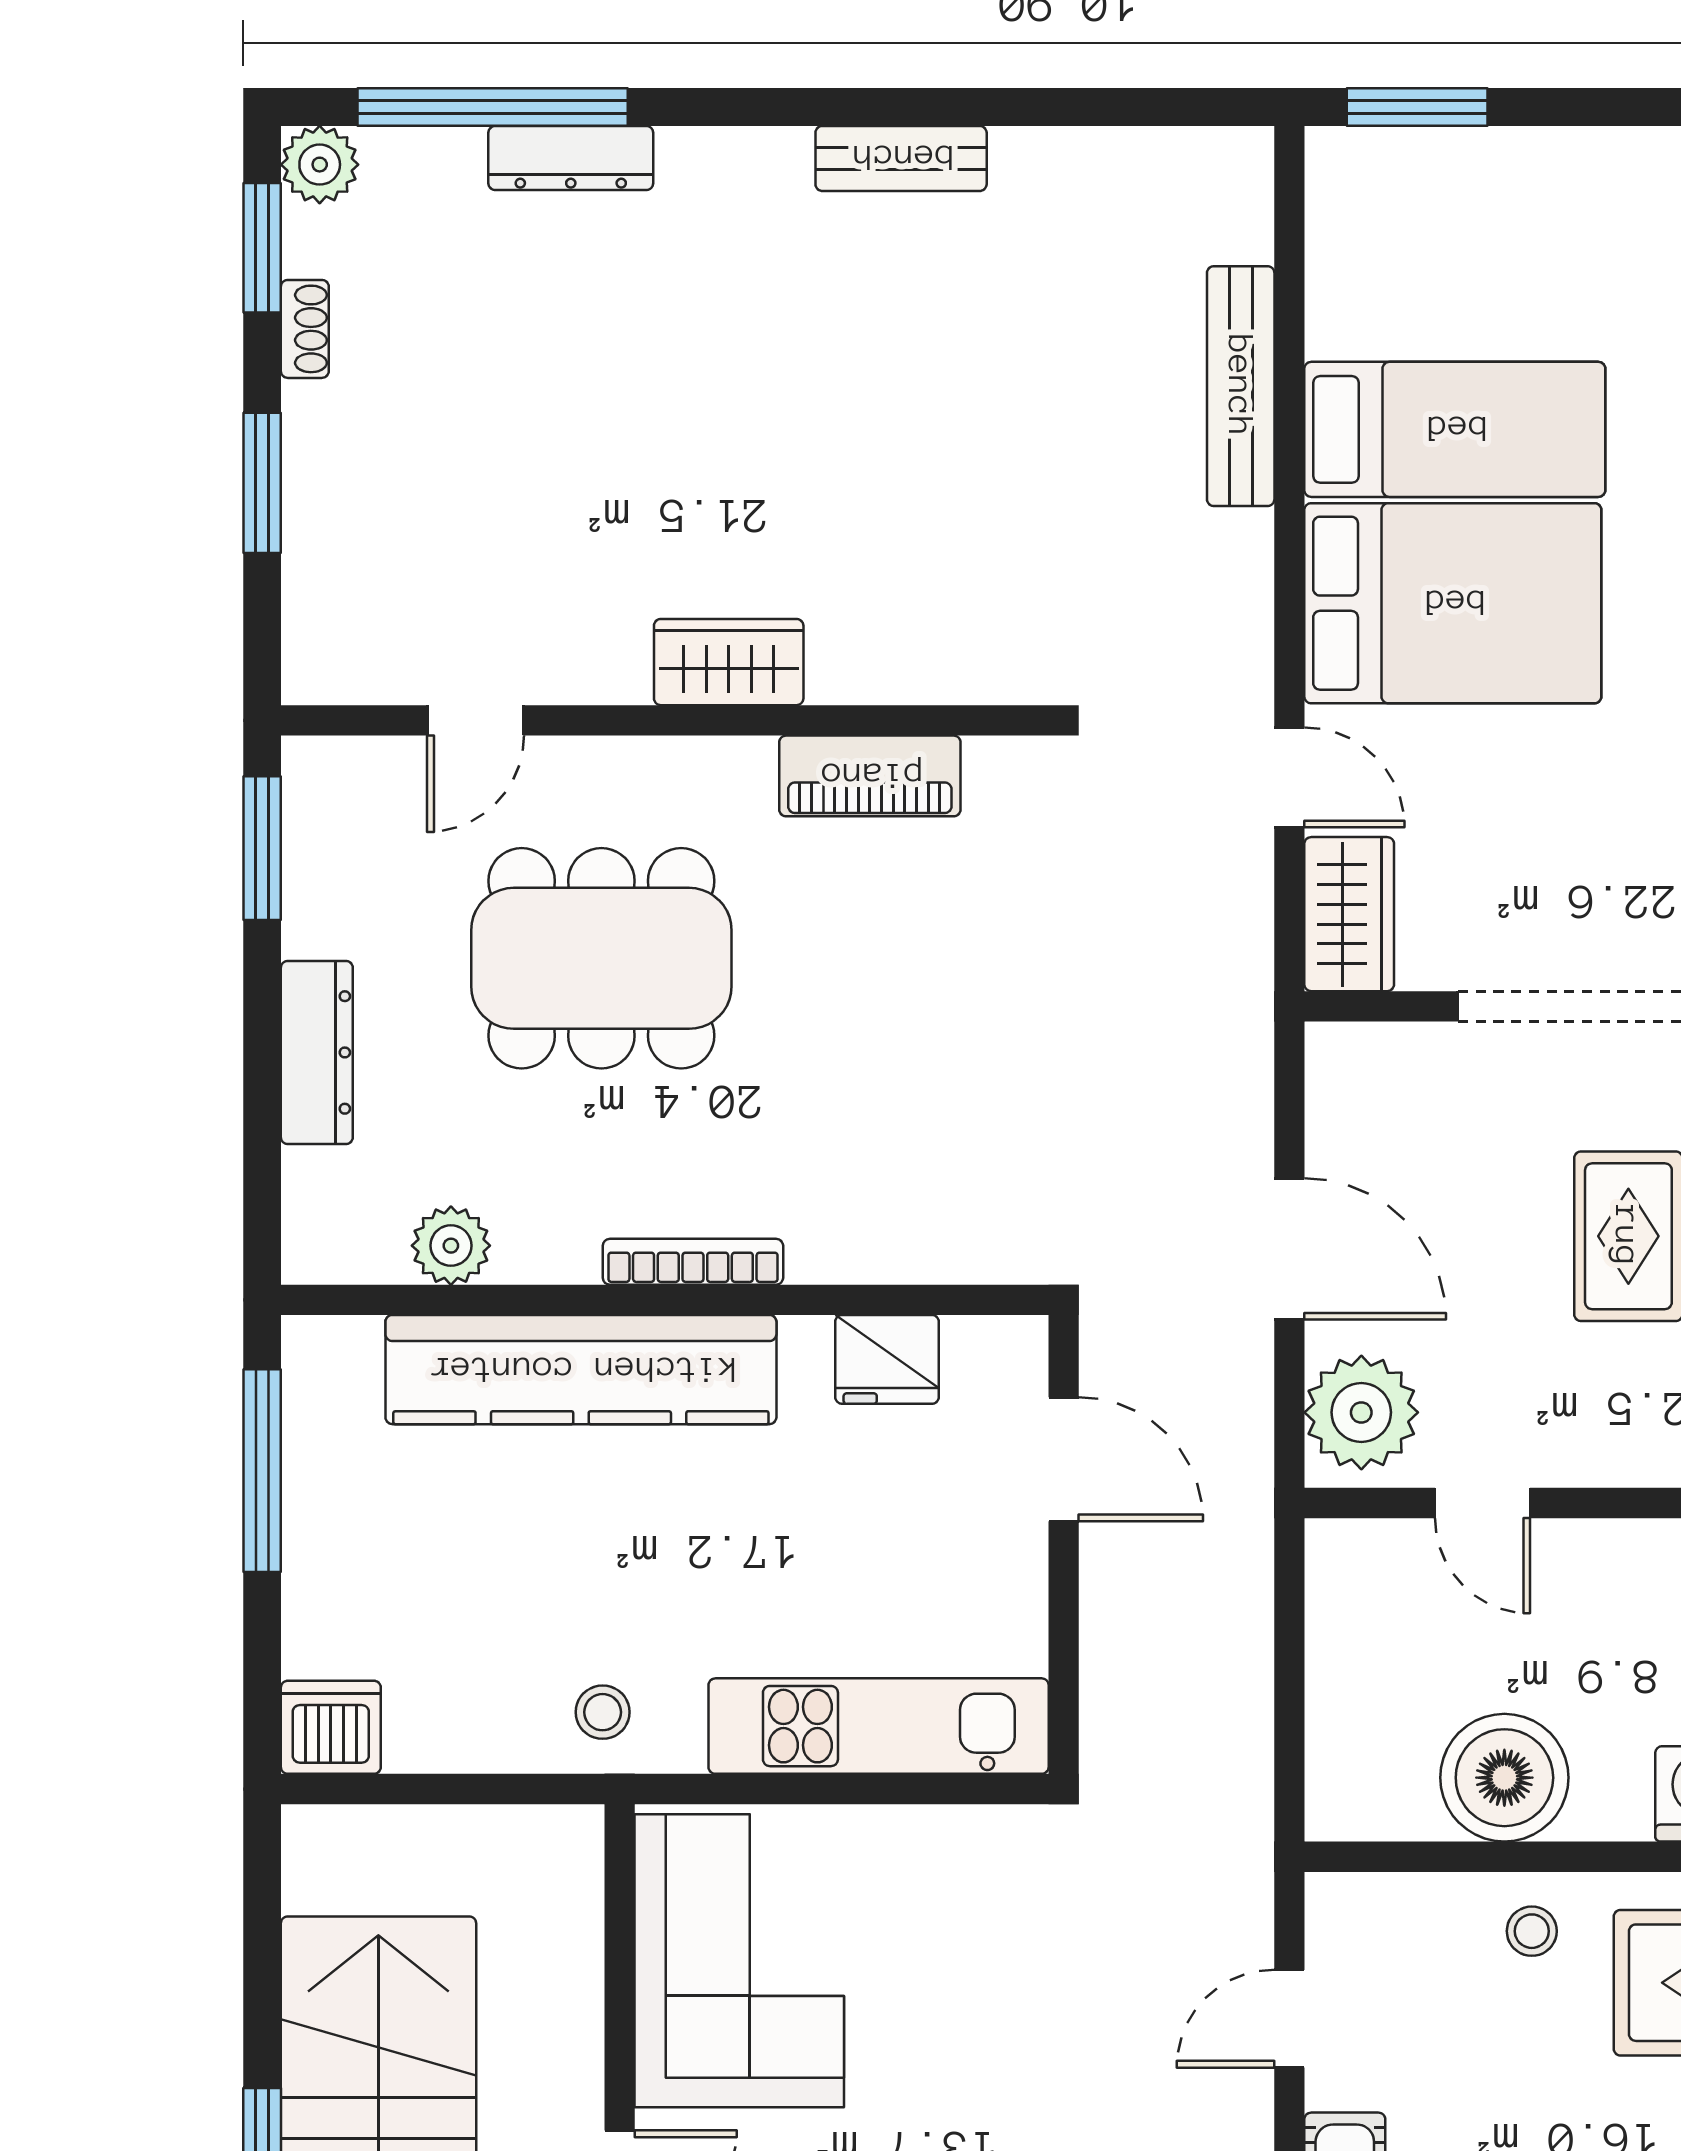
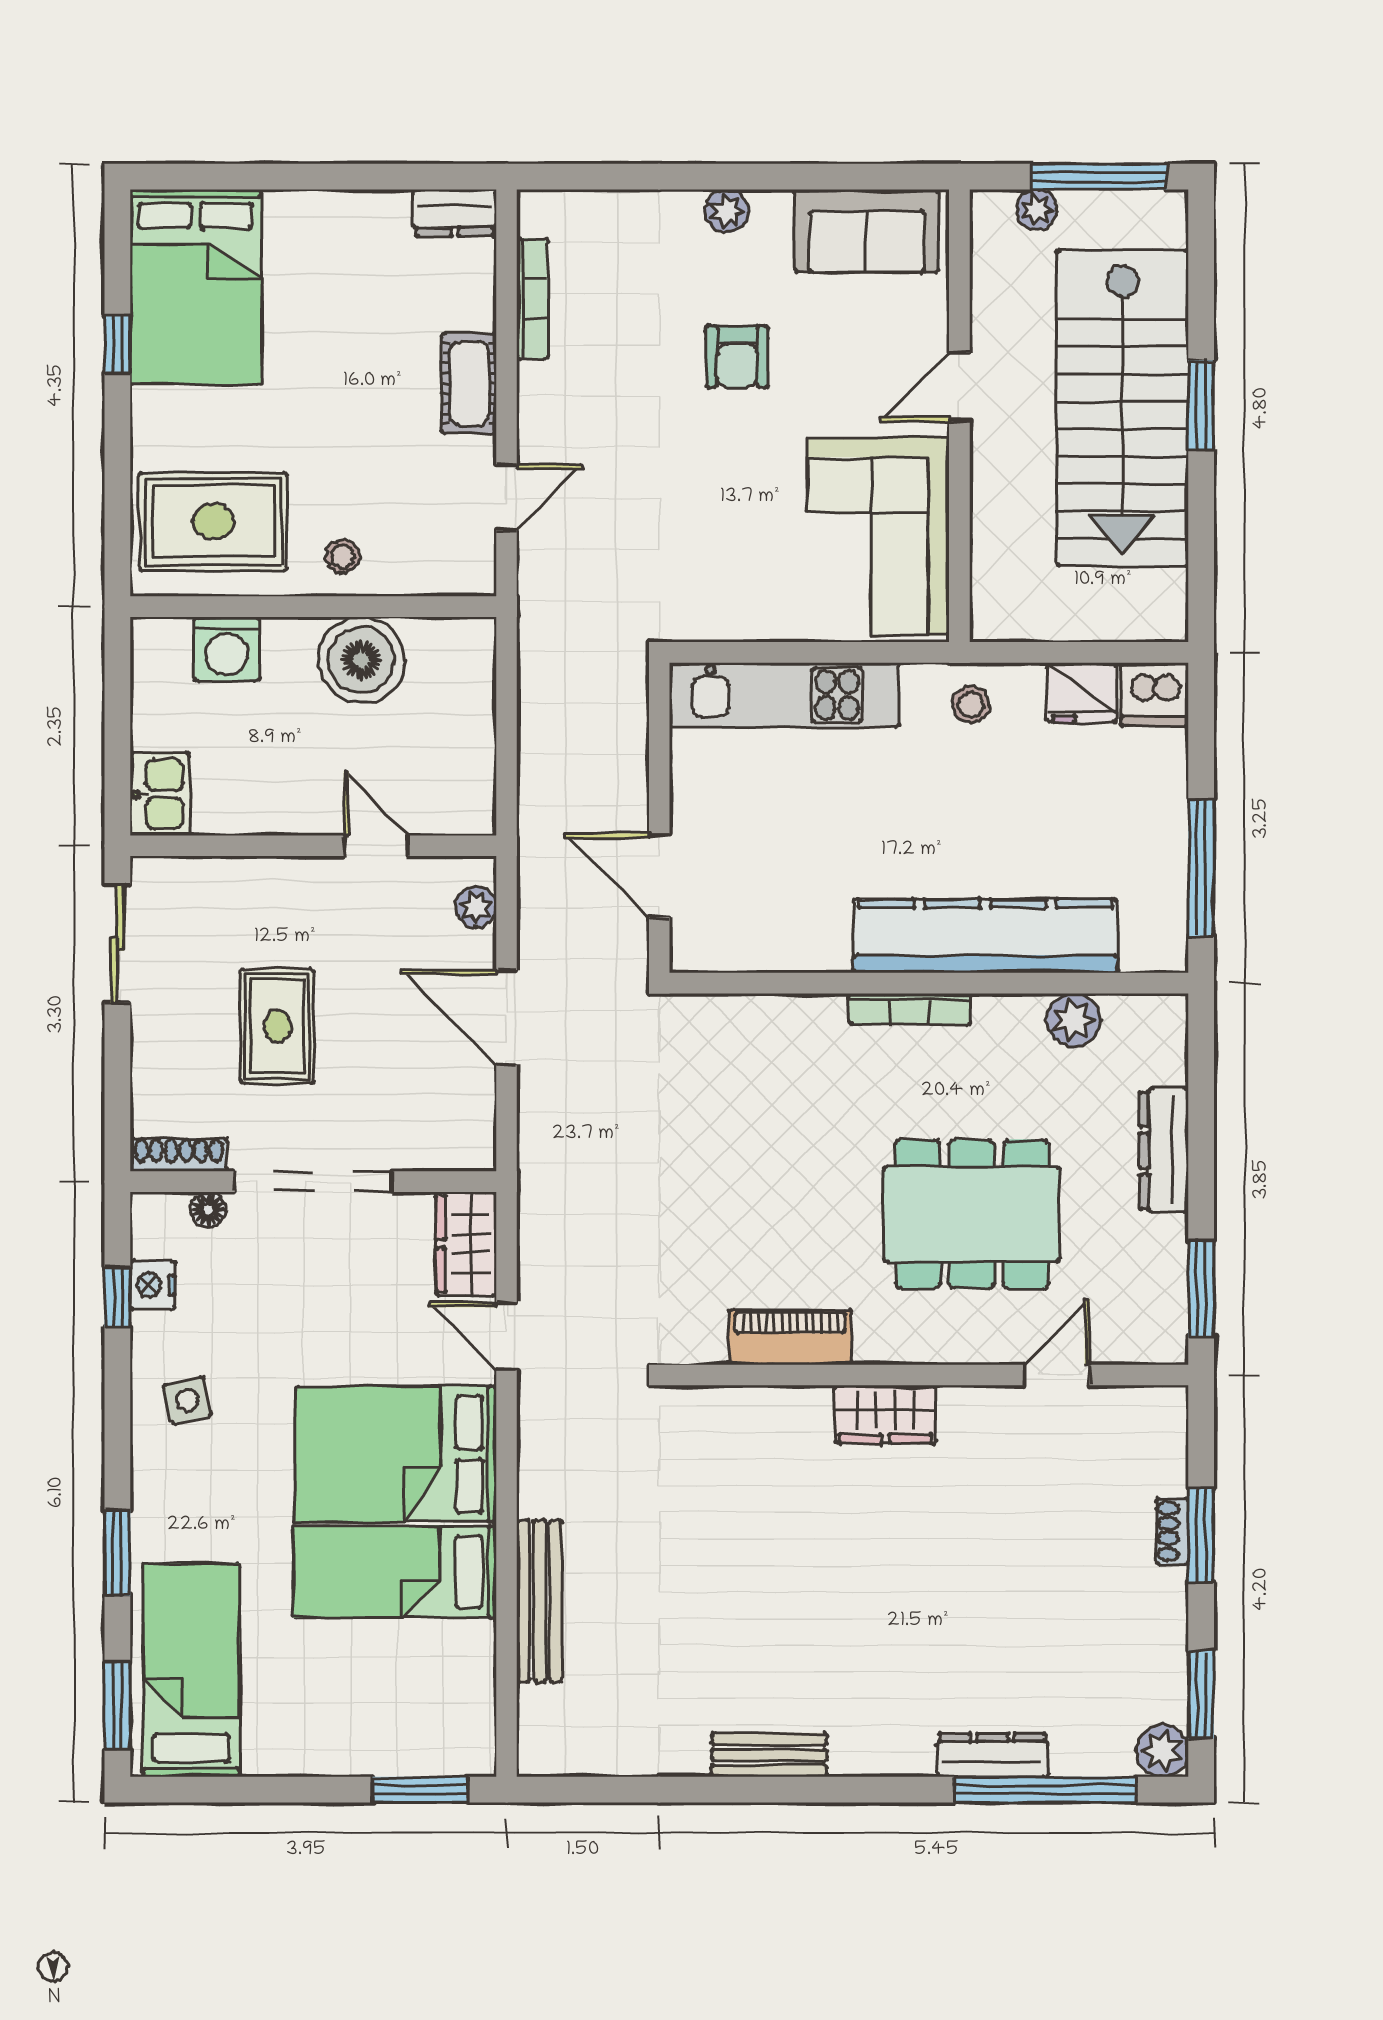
shoe rack: (305, 329) -> (1172, 1531), moved
fridge: (887, 1359) -> (1082, 693), moved, turned 180
plant: (1361, 1412) -> (476, 907), width x0.53, depth x0.53

